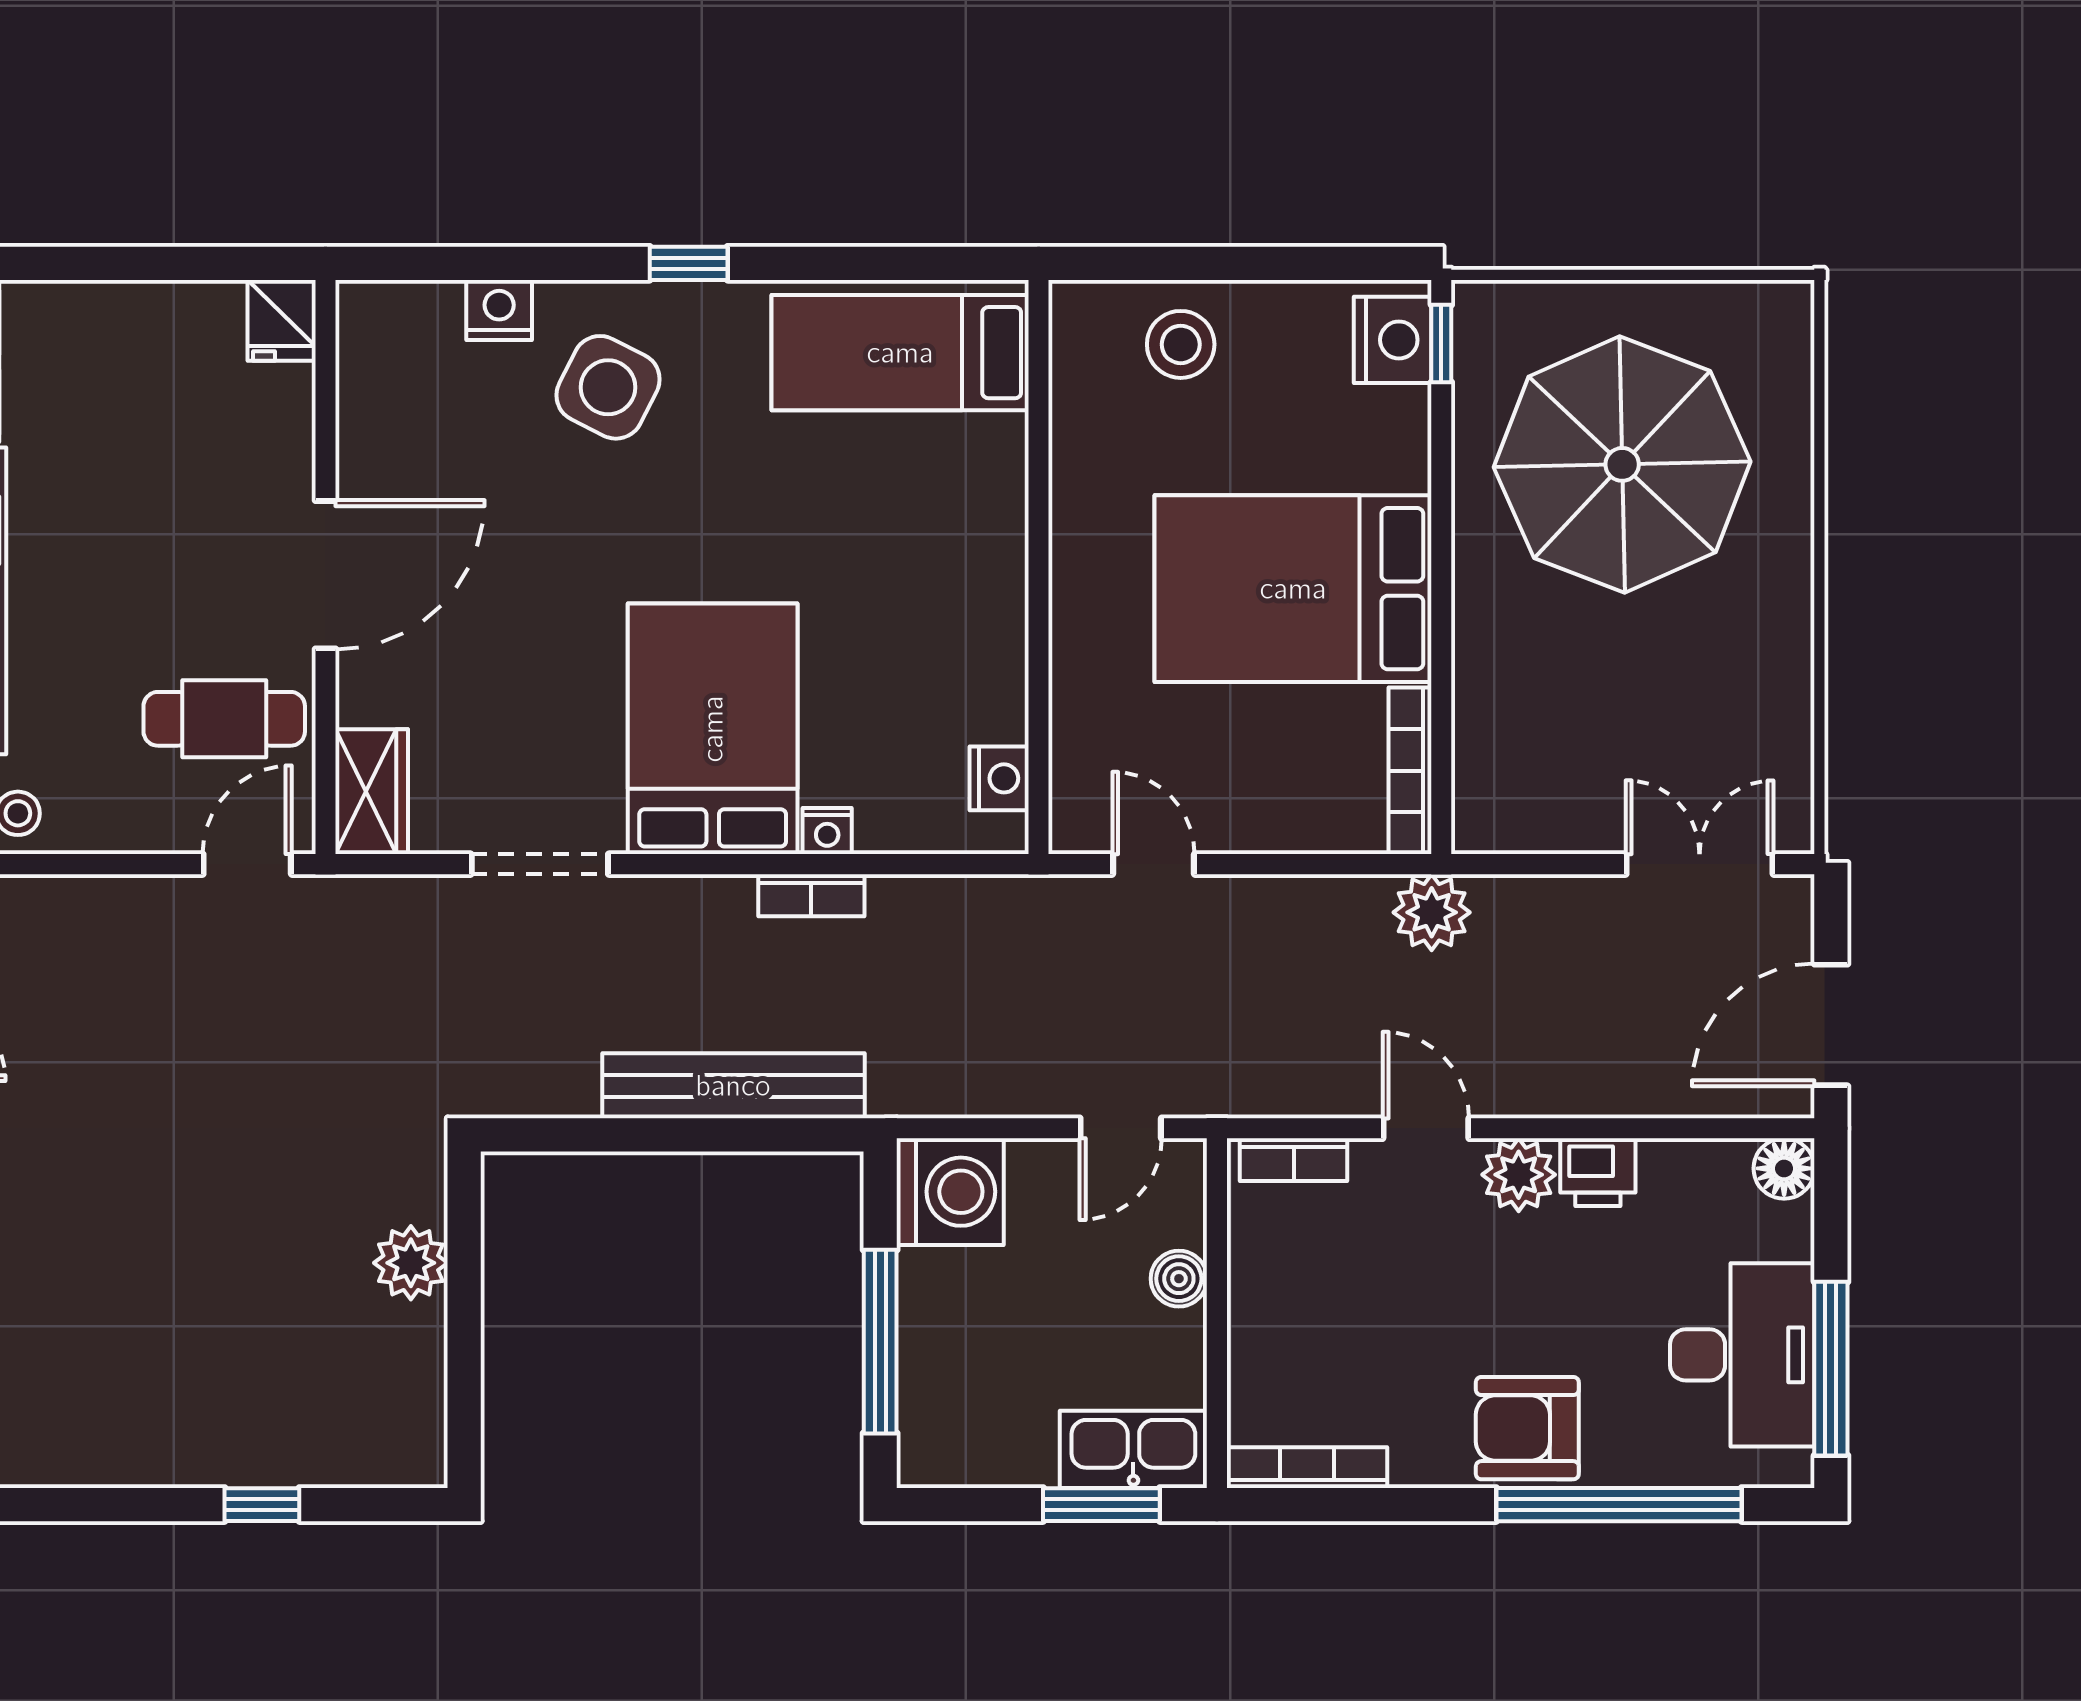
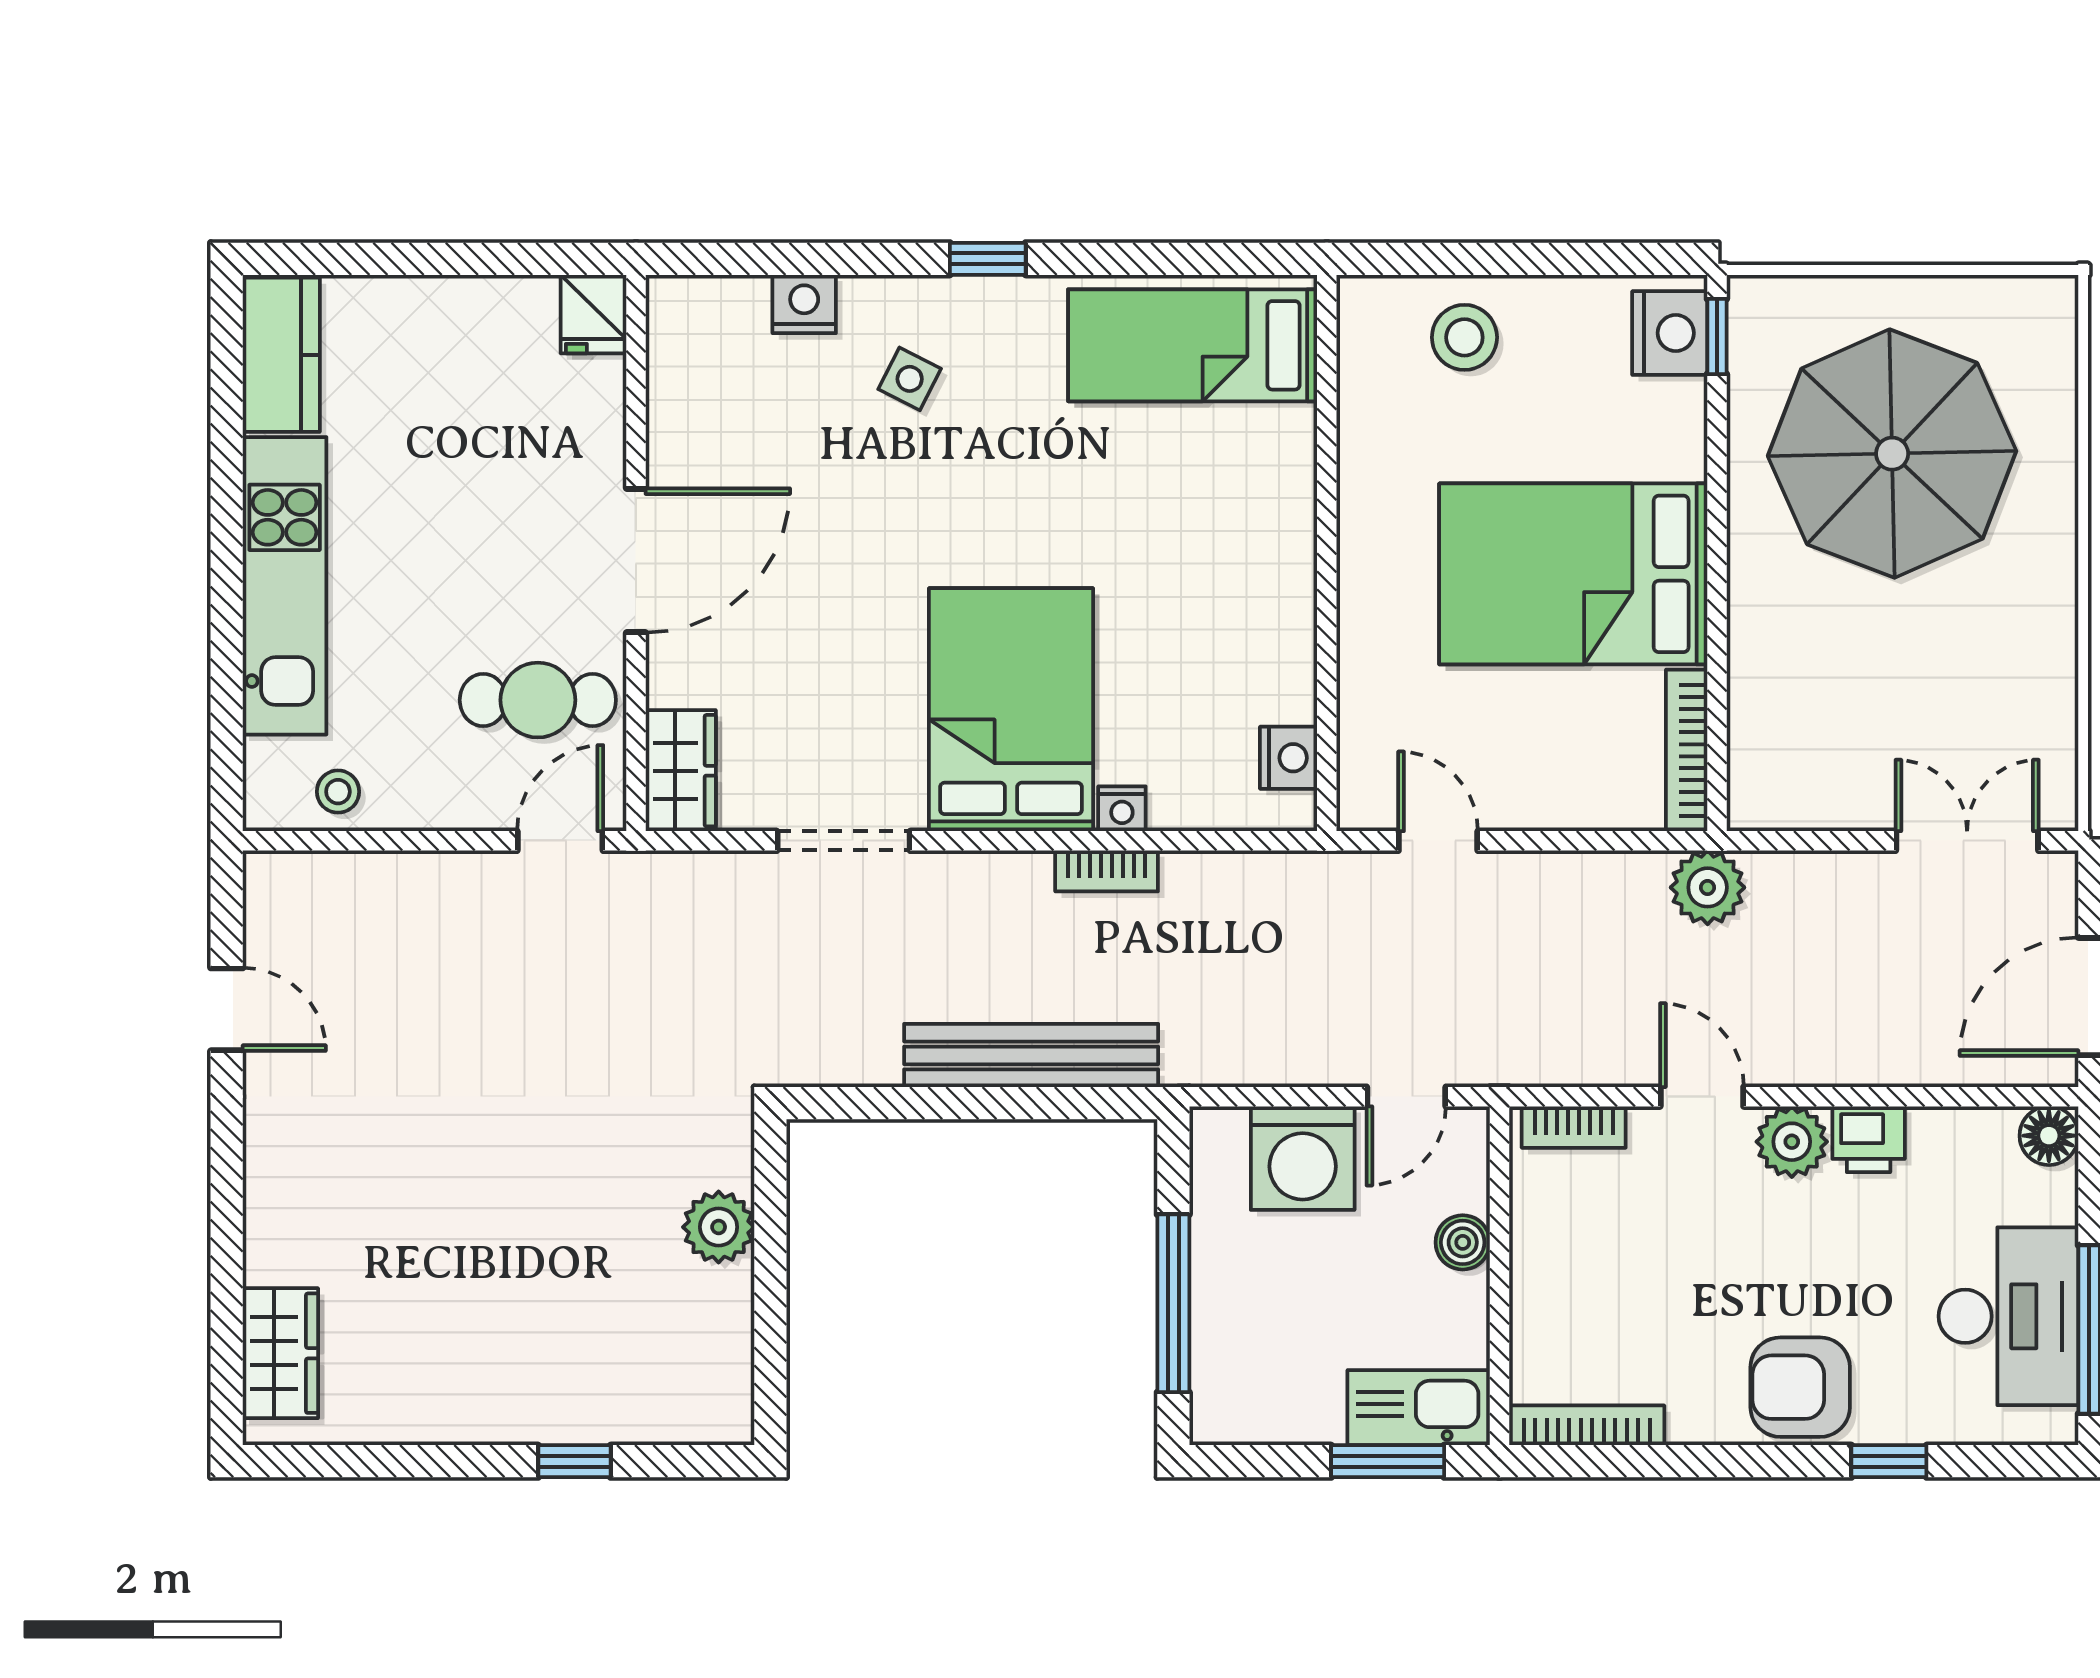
side table: (608, 387) -> (910, 379), width x0.54, depth x0.54
washing machine: (950, 1192) -> (1303, 1158), moved, turned 90
window: (1619, 1505) -> (1889, 1461), width x0.32

